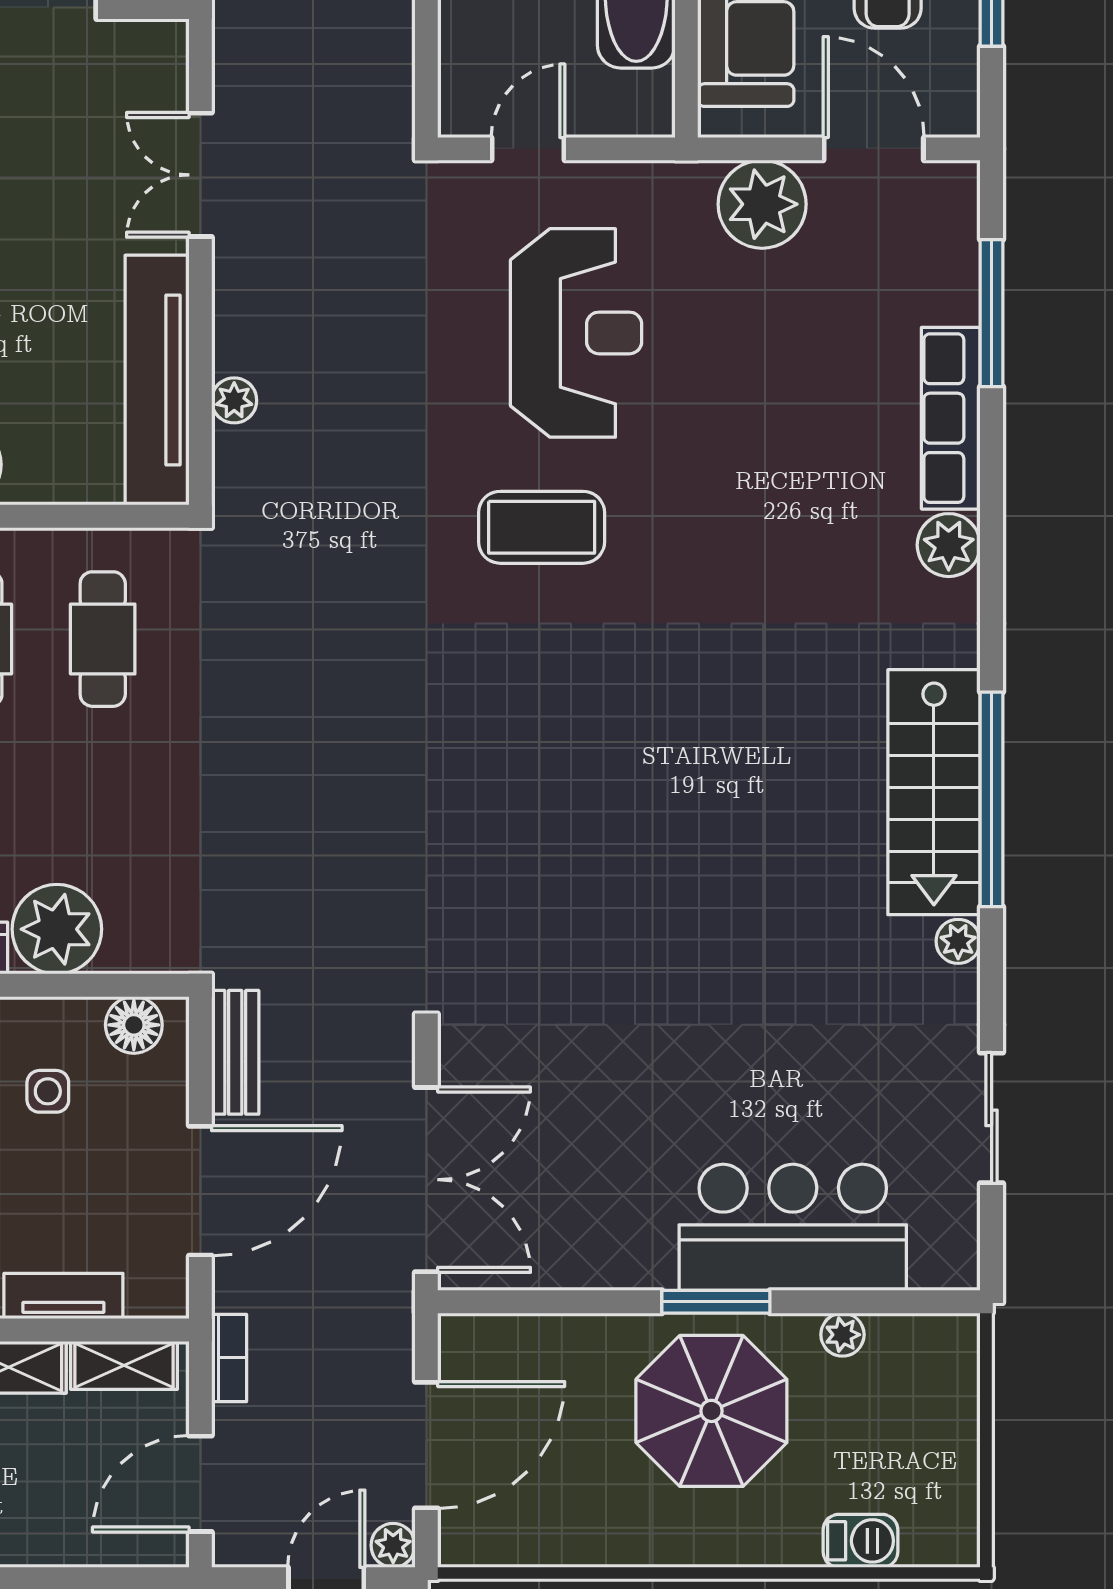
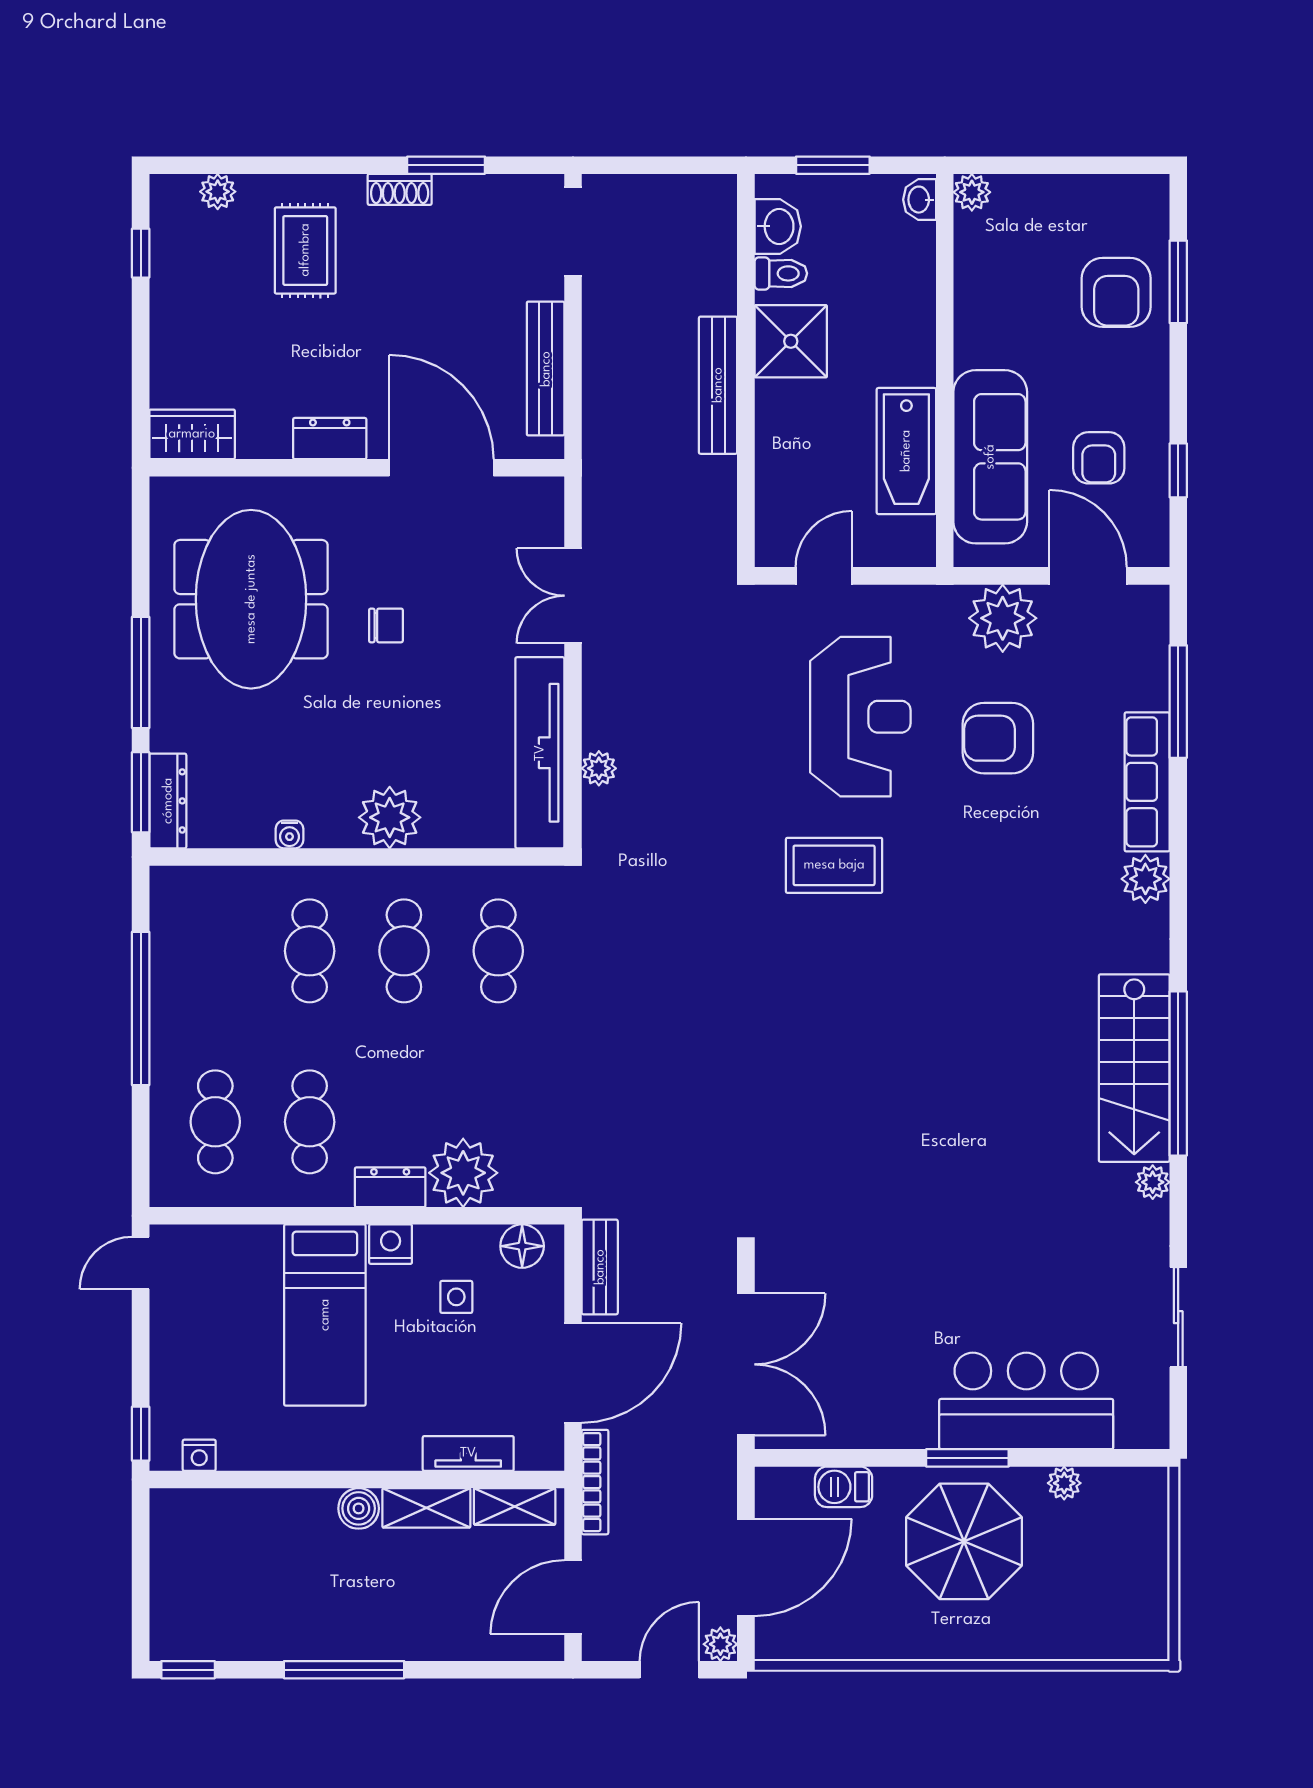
armchair: (756, 361) -> (998, 738), added
bookcase: (229, 1358) -> (595, 1482), width x1.56
barbecue: (860, 1541) -> (844, 1487), moved, turned 180

